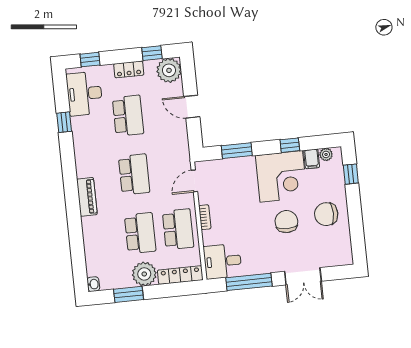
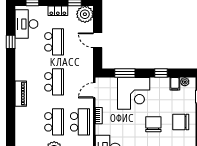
corner desk: (281, 176) -> (134, 93), moved

